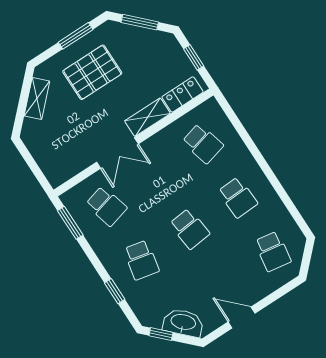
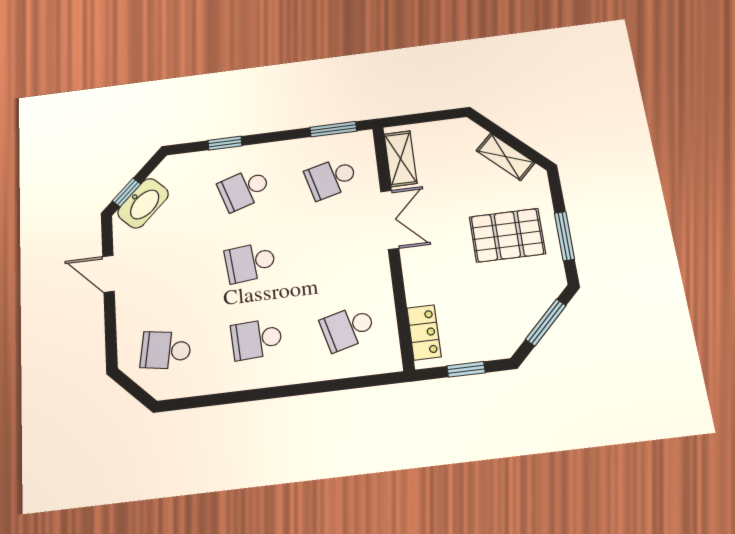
pallet: (92, 72) -> (507, 235), turned 90
shelving: (147, 117) -> (401, 159), moved
double door: (117, 153) -> (390, 220), swing flipped
school desk: (141, 260) -> (244, 189), turned -30
door: (242, 318) -> (109, 274), swing flipped
window: (161, 334) -> (127, 192), moved

